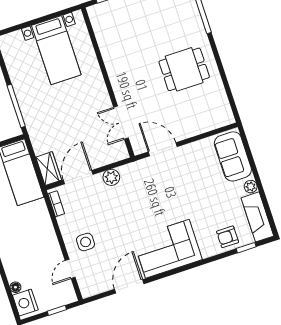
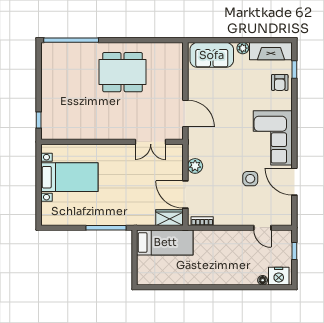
dining table: (184, 69) -> (122, 72), width x1.38
door: (163, 149) -> (185, 113), swing flipped
side table: (86, 242) -> (250, 179), moved

